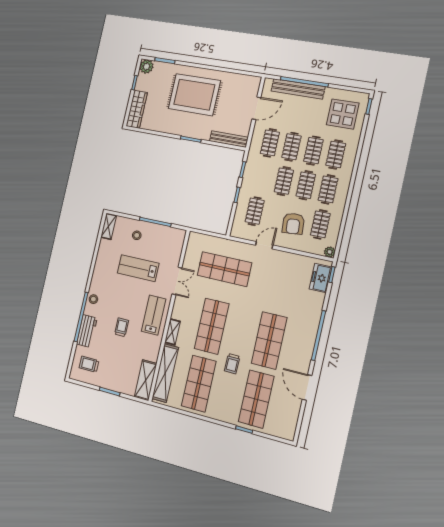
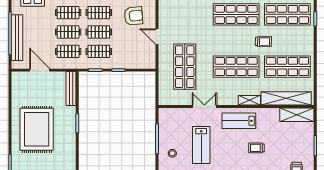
clothes rail: (255, 211) -> (99, 51), moved

